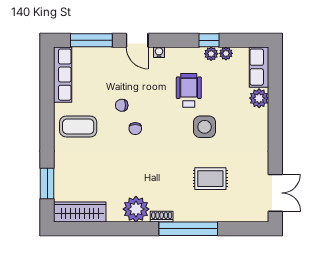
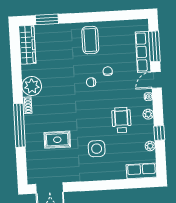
plant: (211, 54) -> (148, 114), moved
row of seats: (63, 75) -> (143, 52), moved, turned 90
wheelchair: (189, 90) -> (121, 120), turned -90
plant: (259, 98) -> (119, 172), removed
side table: (205, 127) -> (97, 149), moved
rug: (210, 179) -> (57, 140), turned 90

